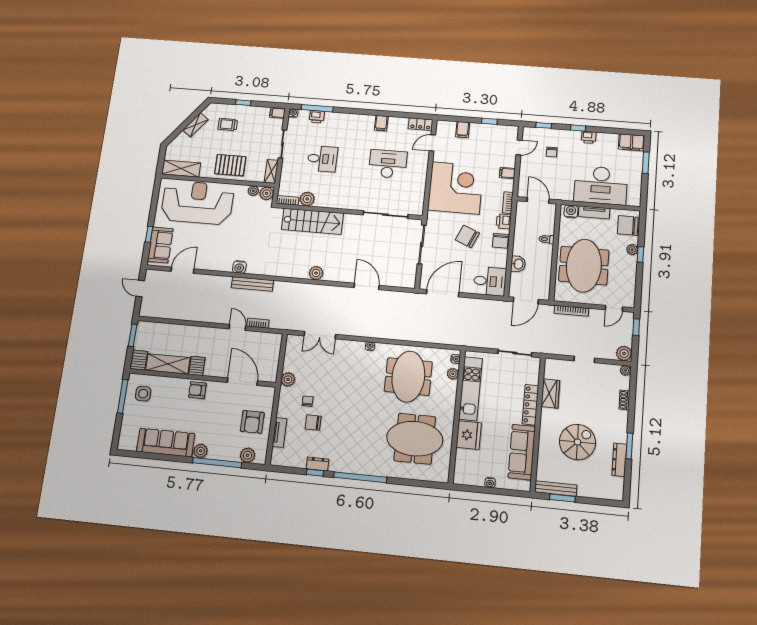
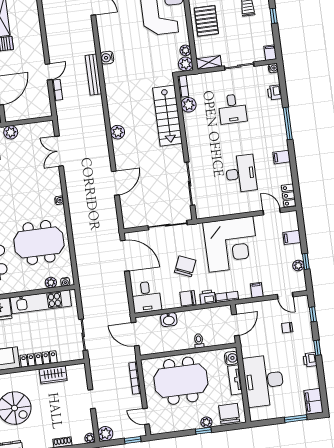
window: (317, 108) -> (288, 123), moved
plant: (492, 129) -> (298, 265), added

